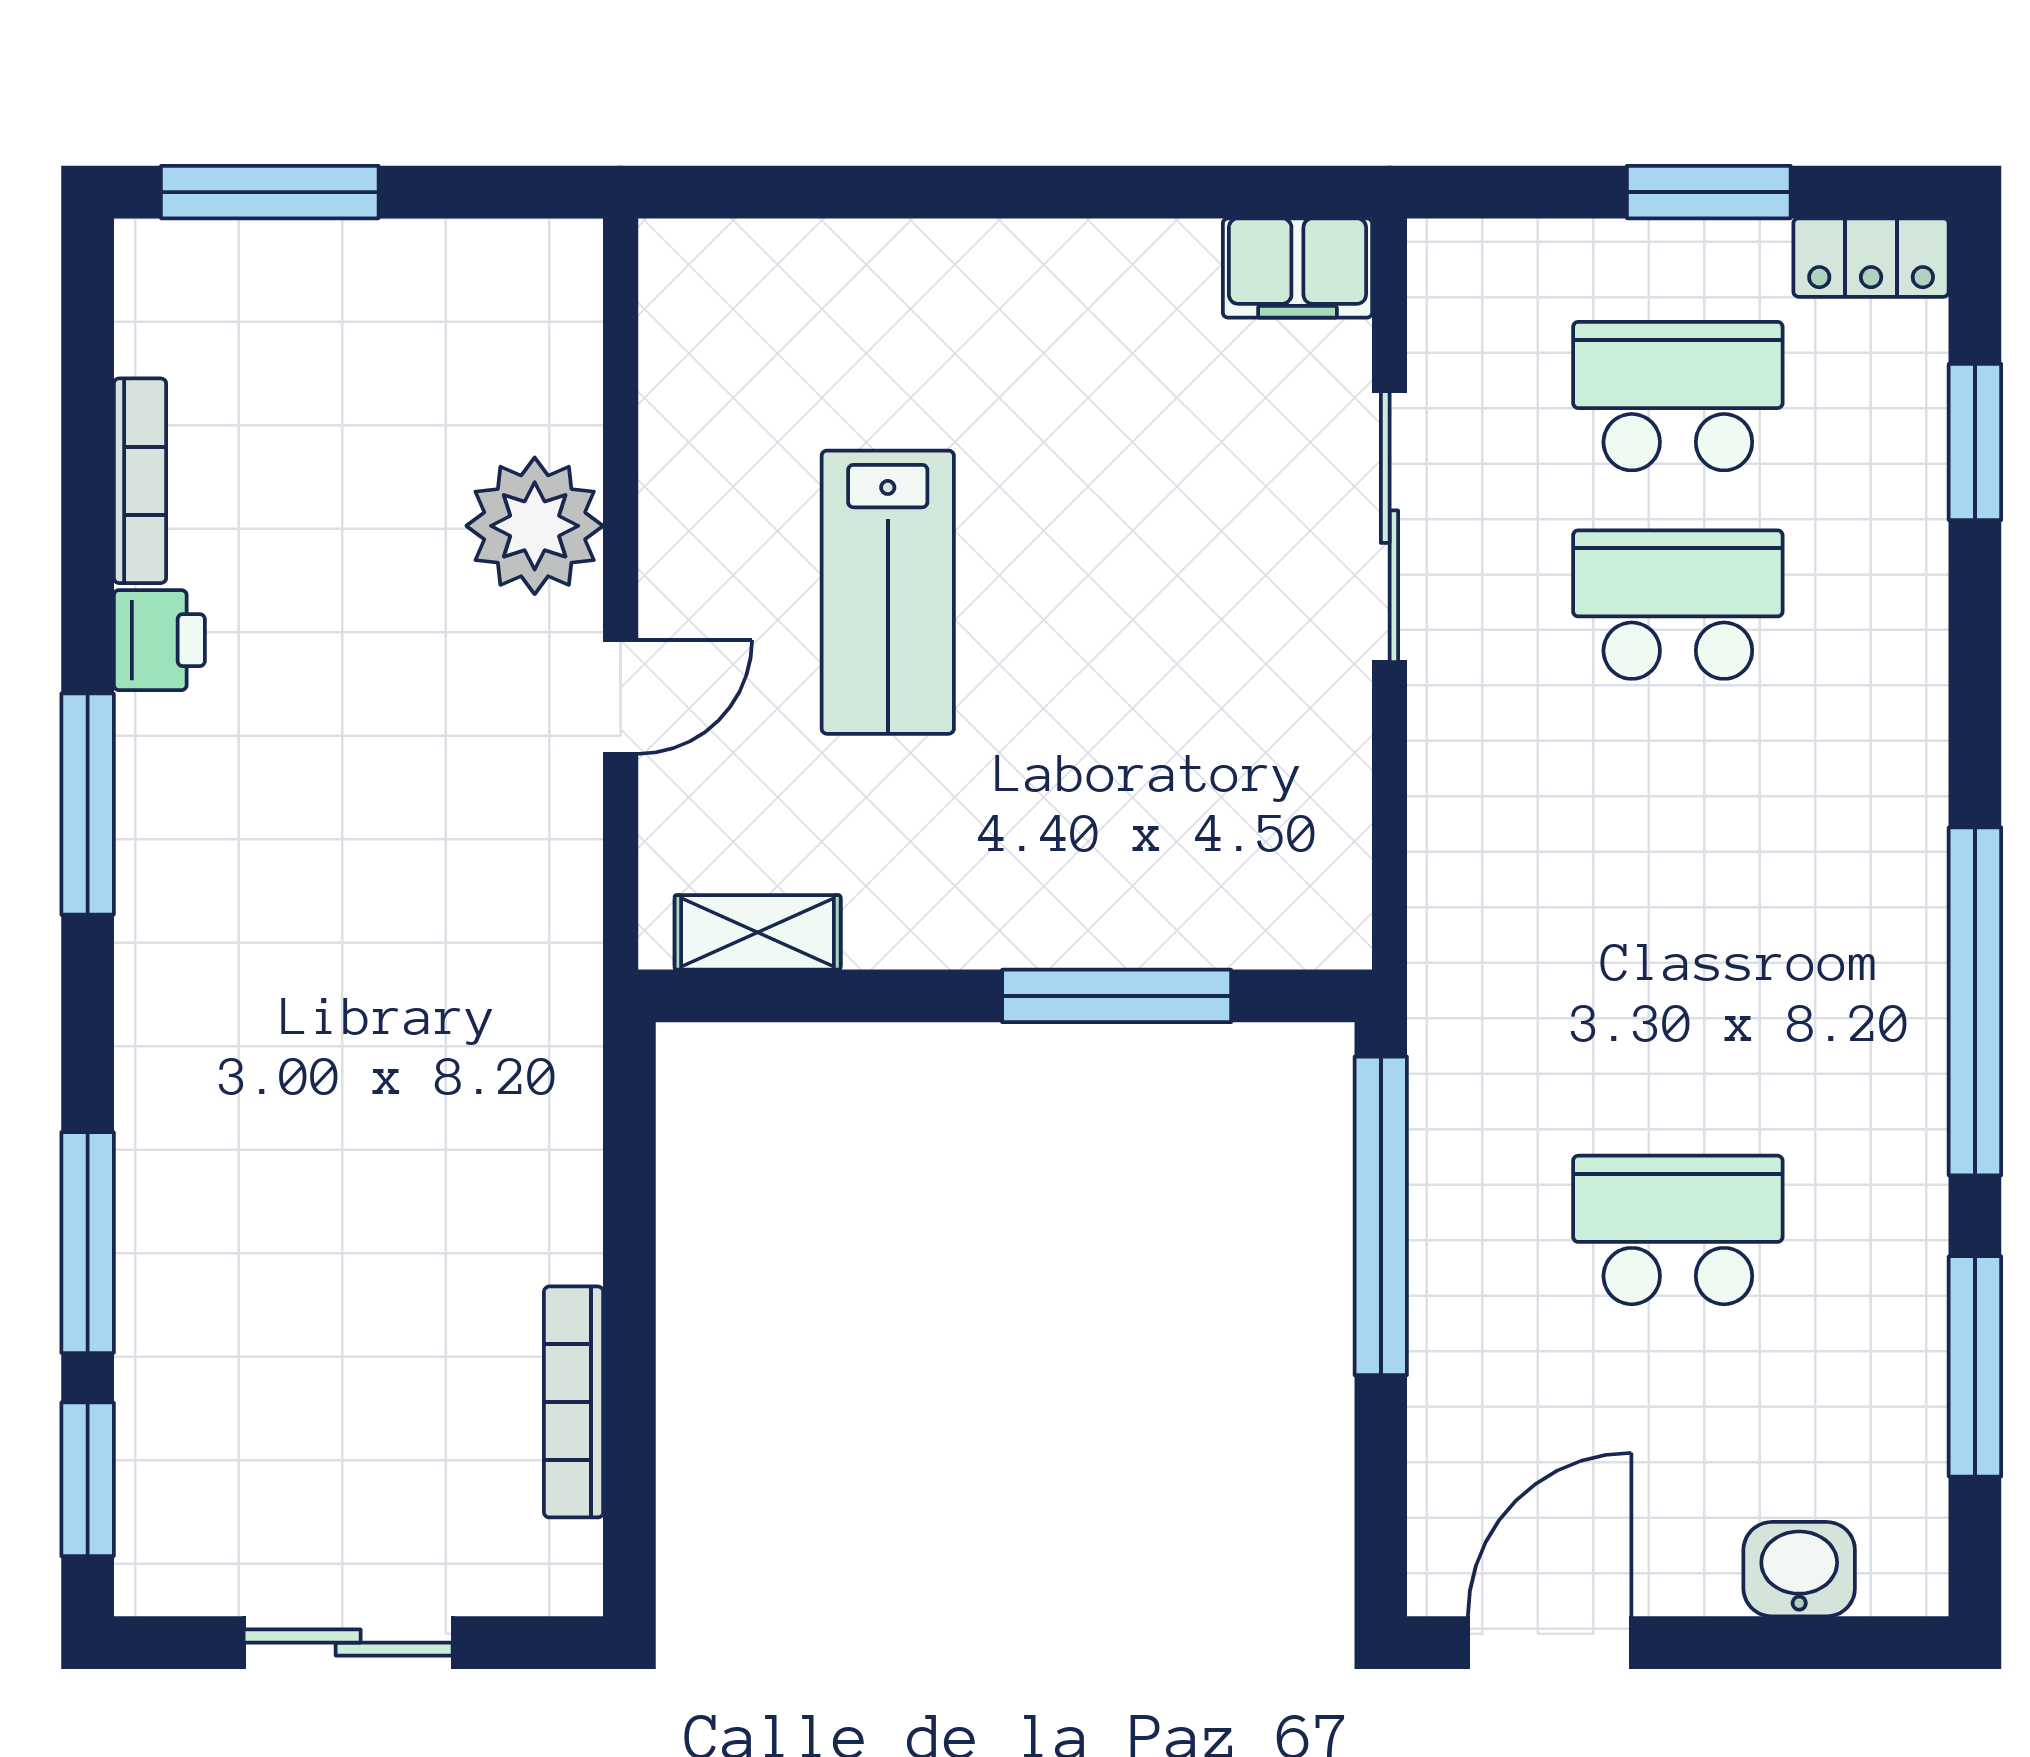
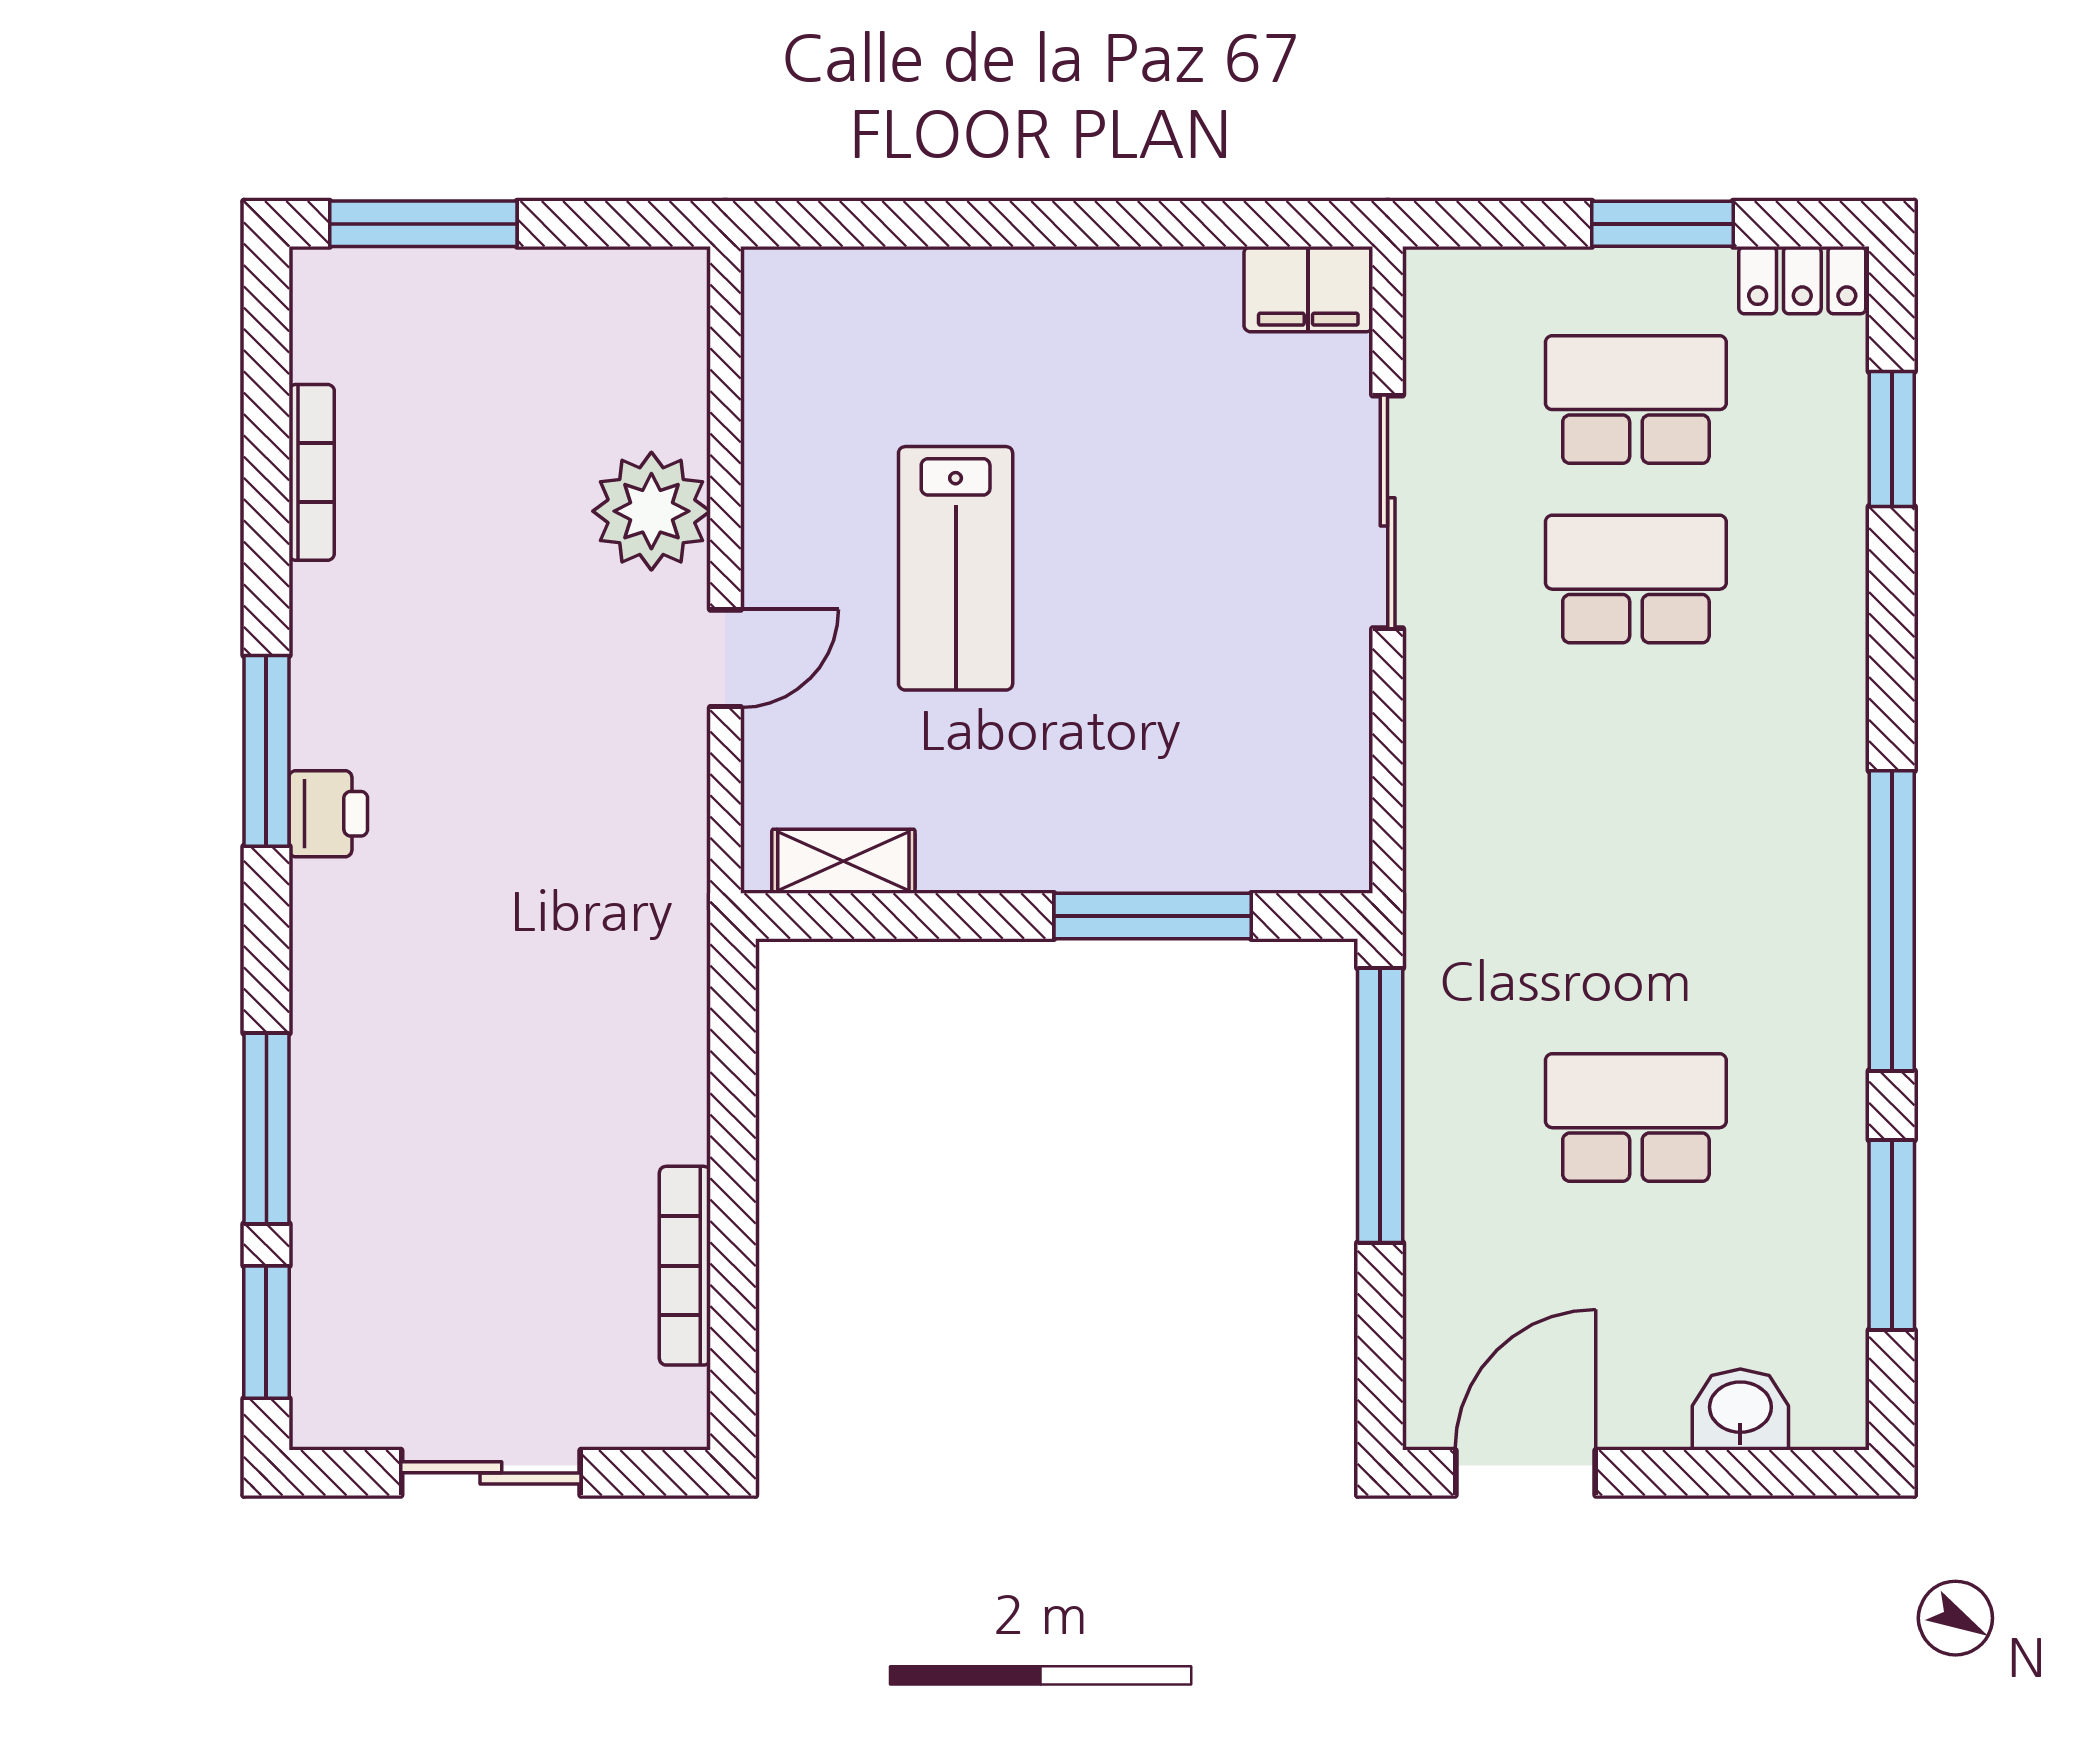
printer: (159, 640) -> (328, 814), moved

